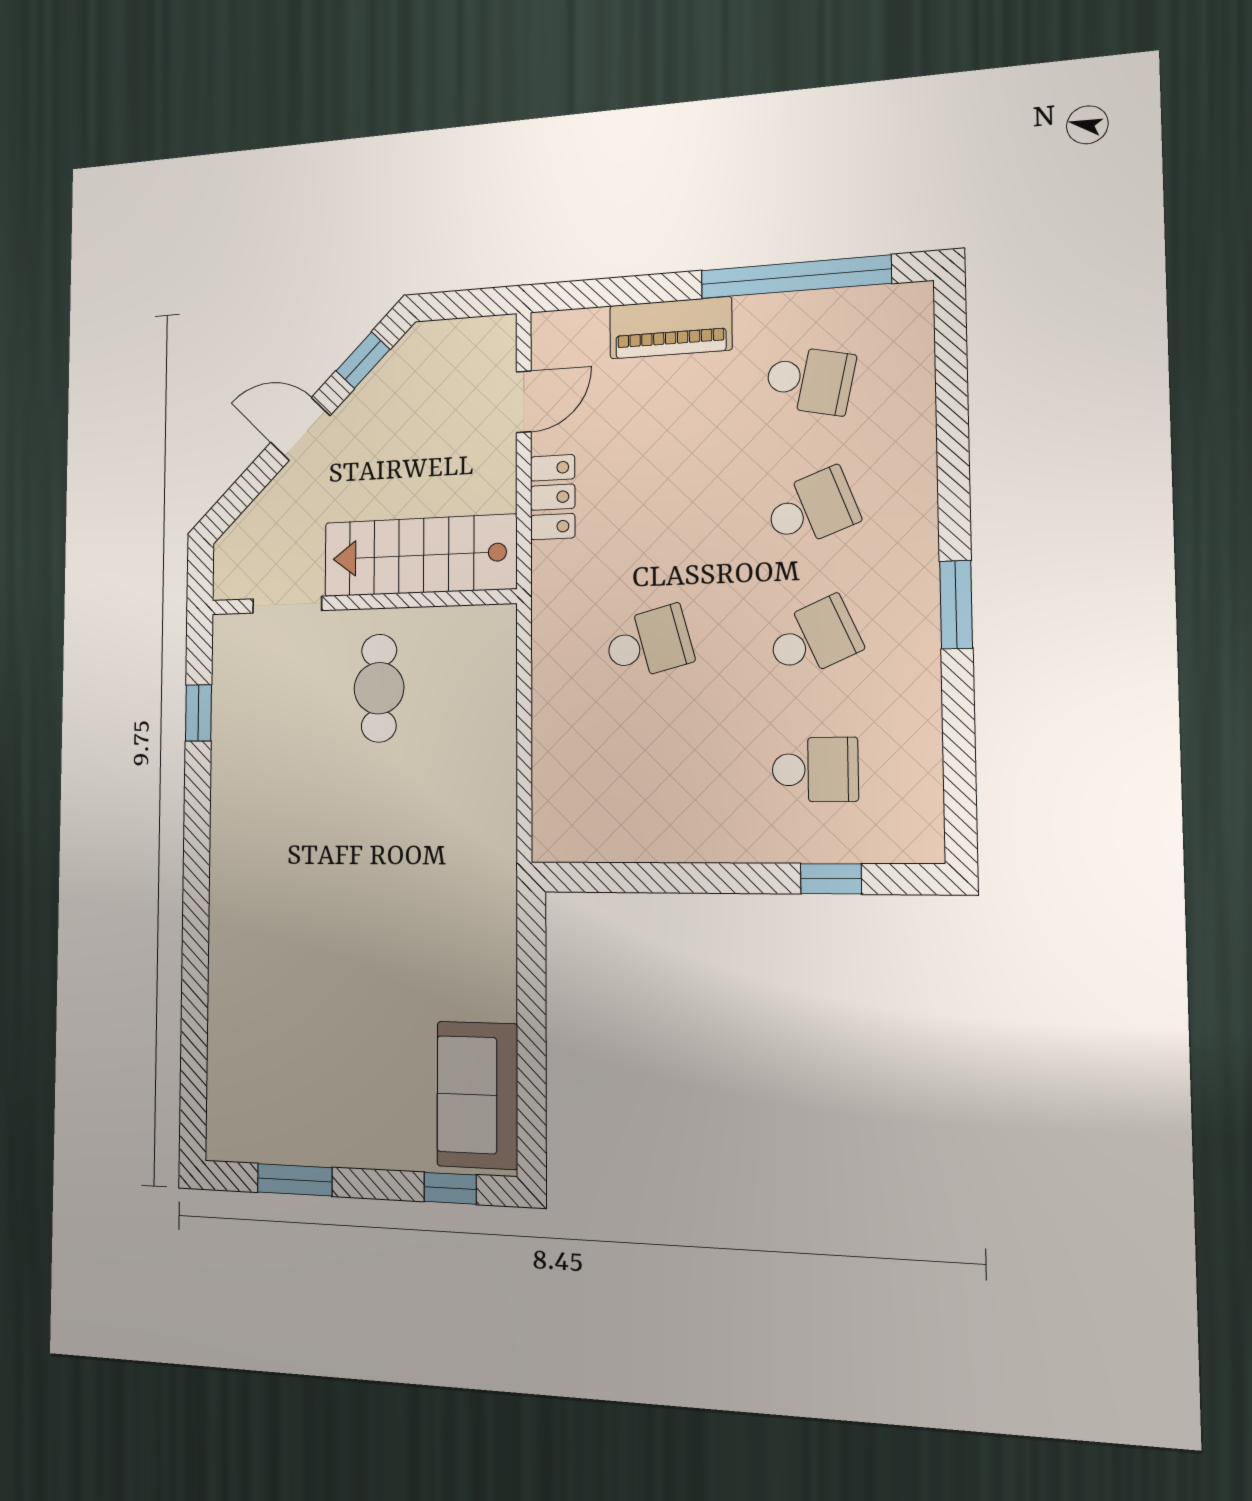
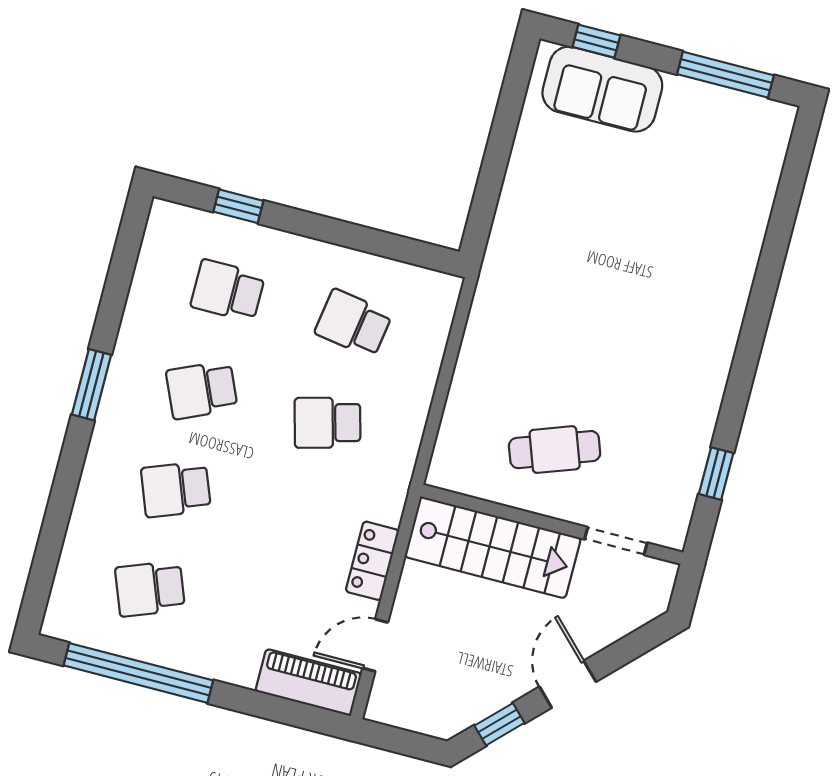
piano: (671, 328) -> (308, 682), moved
school desk: (810, 380) -> (150, 589), turned -33
door: (300, 429) -> (568, 684), swing flipped
cafe table: (379, 688) -> (555, 450), turned 70
school desk: (649, 771) -> (353, 323), added
sofa: (477, 1095) -> (602, 89), moved, turned 90
window: (295, 1180) -> (725, 75), width x1.44

